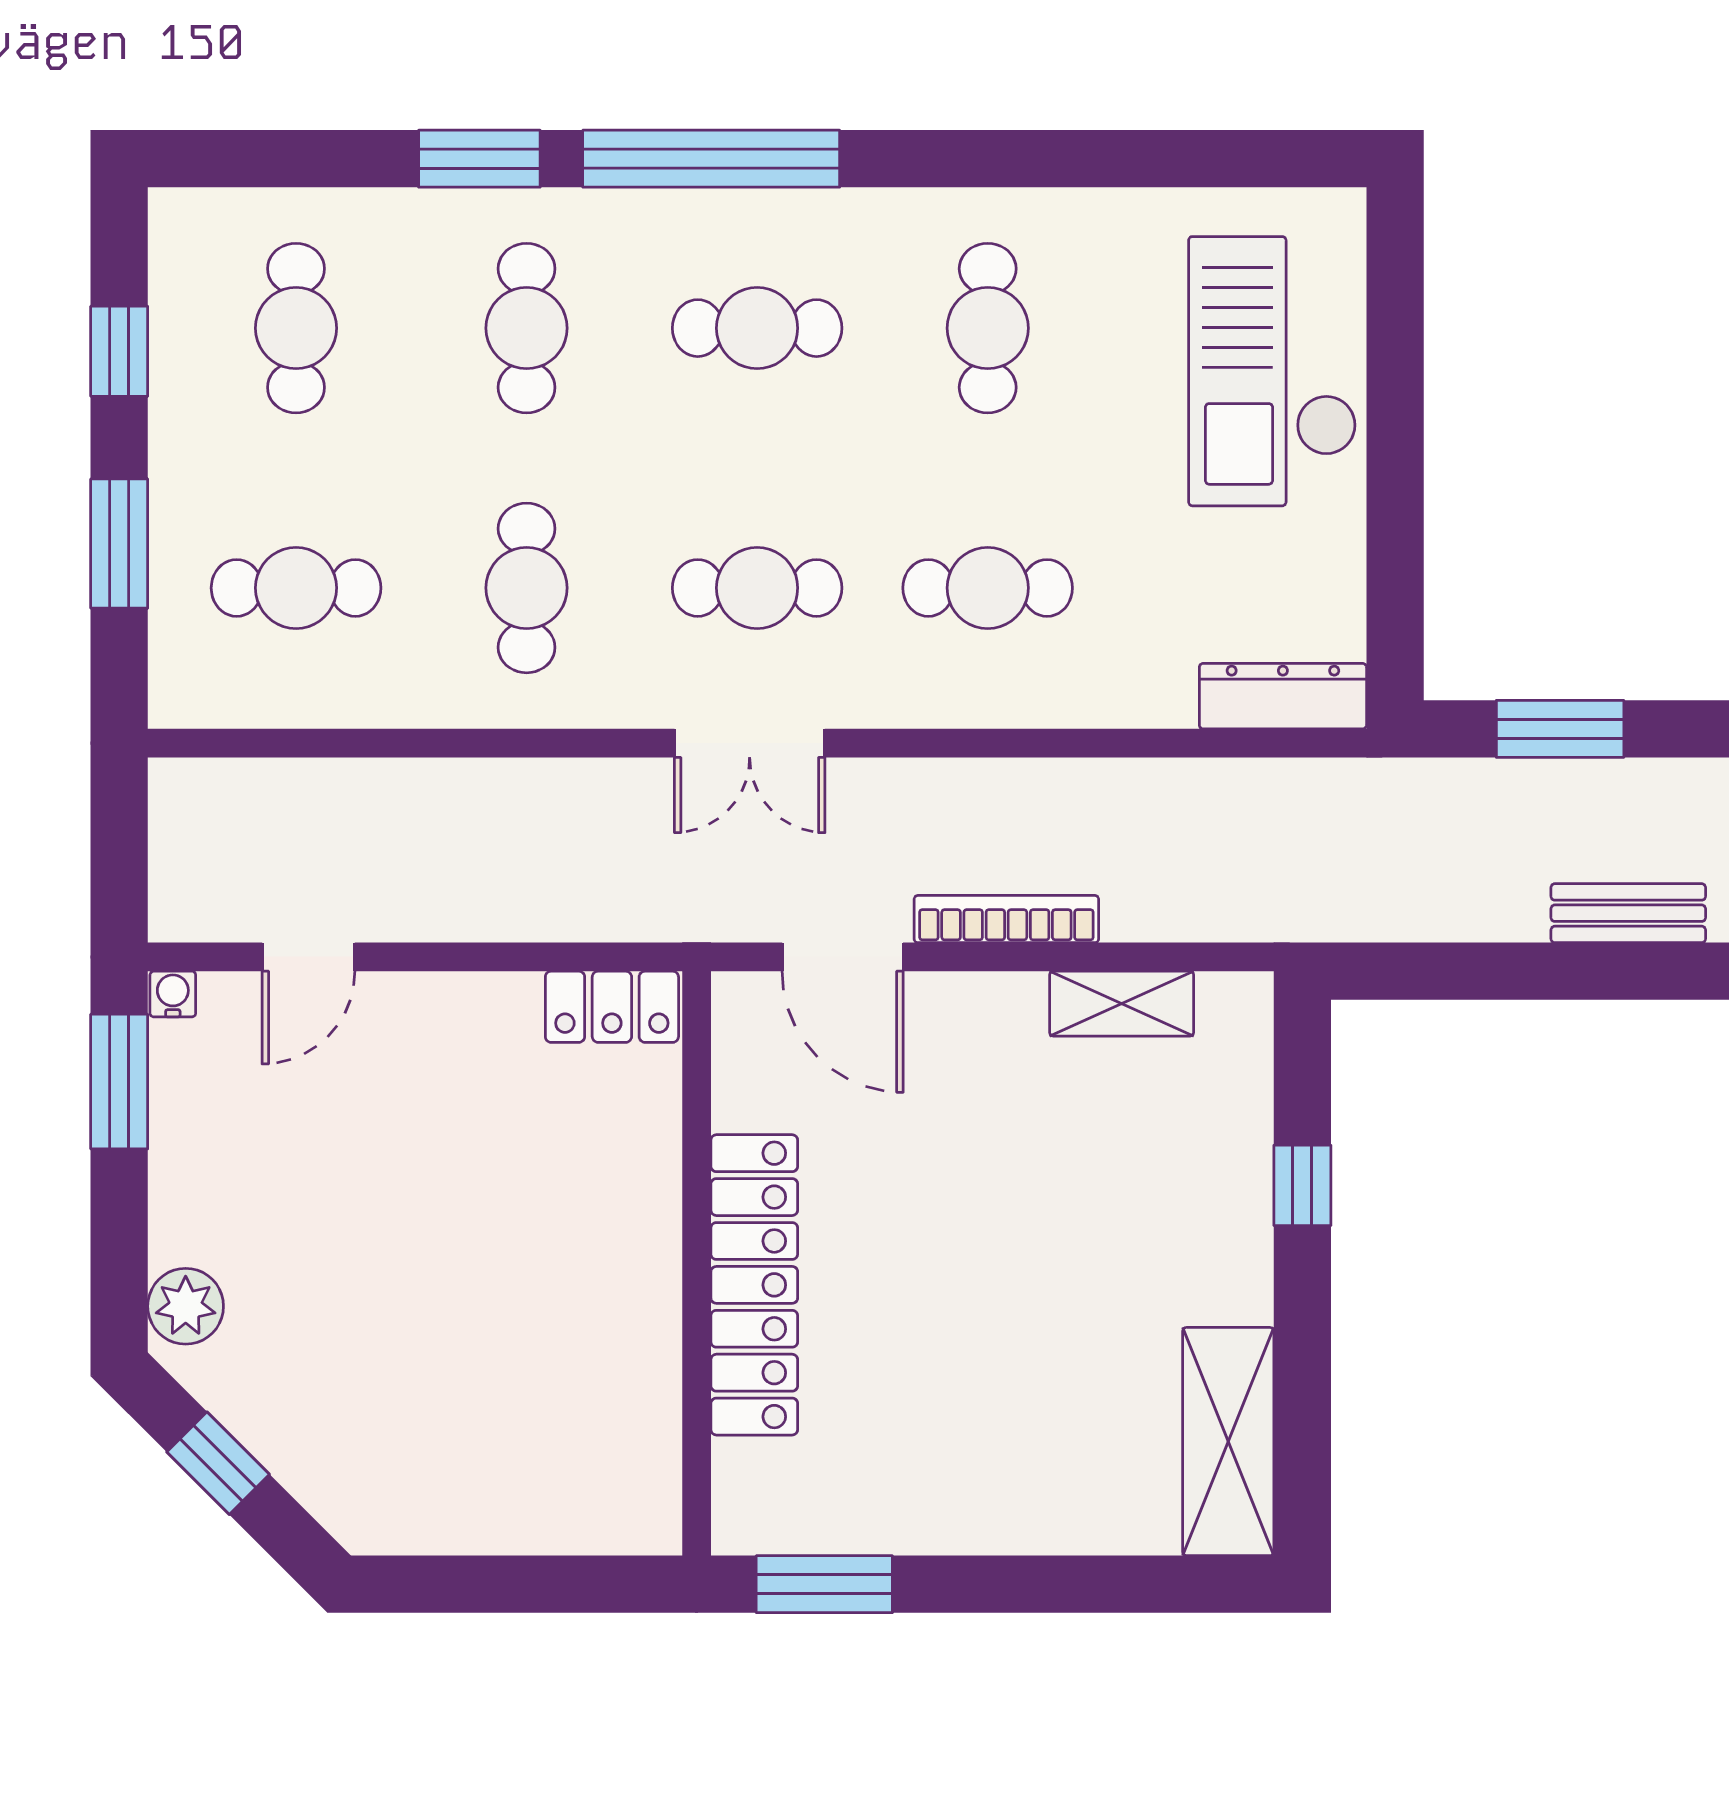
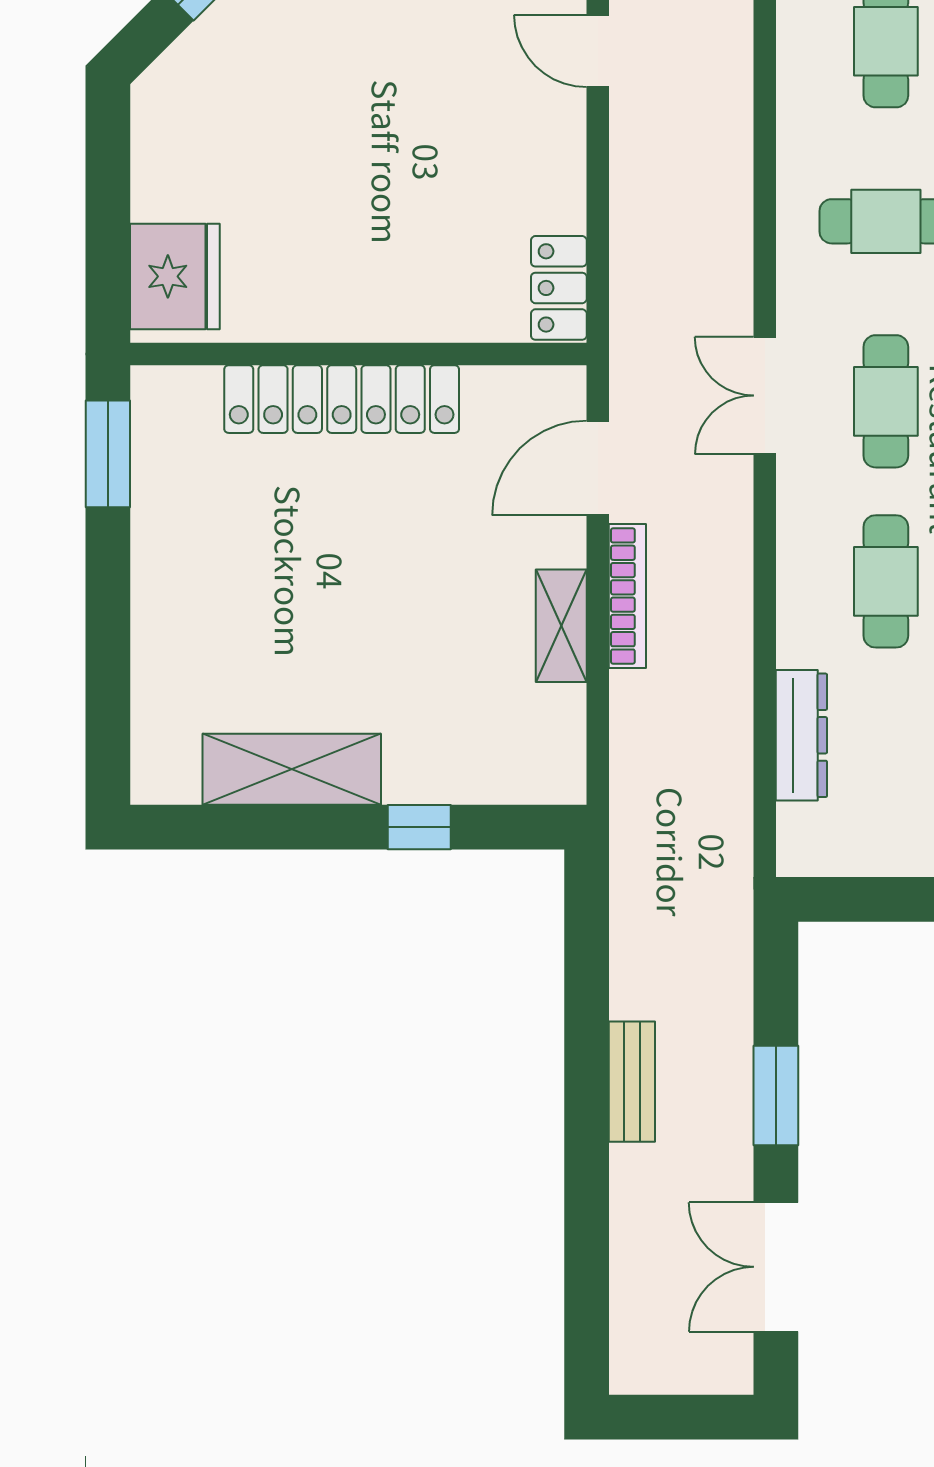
dresser: (1283, 696) -> (801, 735), moved
window: (1560, 729) -> (776, 1095), moved
shelving: (1122, 1004) -> (561, 626), moved
shelving: (1228, 1442) -> (292, 769), moved
fridge: (597, 1498) -> (175, 276), added

